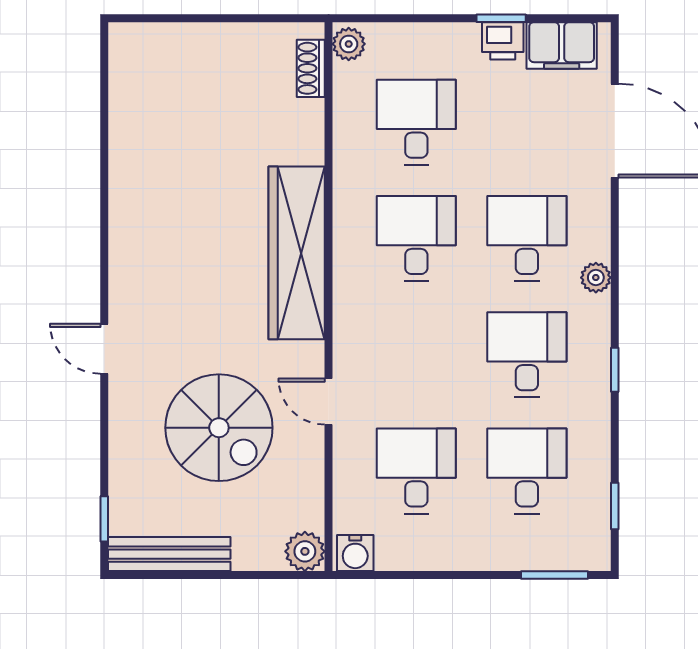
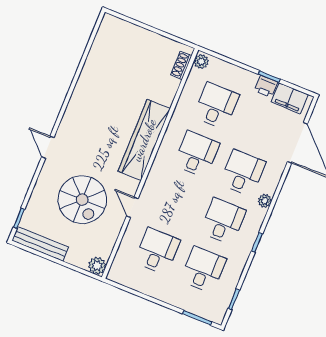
water cooler: (355, 553) -> (118, 275), removed

